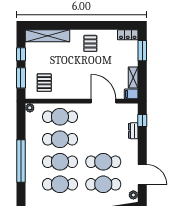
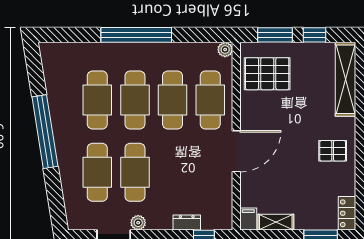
pallet: (44, 83) -> (267, 74), width x1.50, depth x1.42
door: (104, 101) -> (236, 151), moved
plant: (133, 195) -> (138, 223), moved

